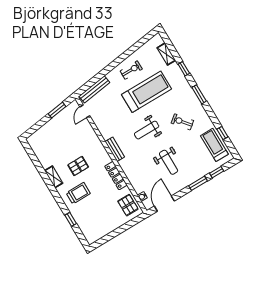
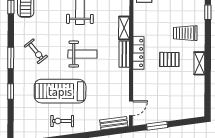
shelving: (166, 54) -> (124, 28), moved
bench: (94, 89) -> (114, 123), width x0.73
exercise bike: (182, 122) -> (36, 51), moved
locker: (116, 176) -> (138, 53), moved

